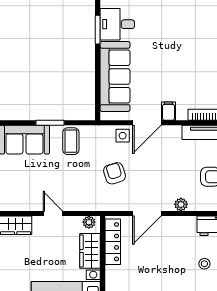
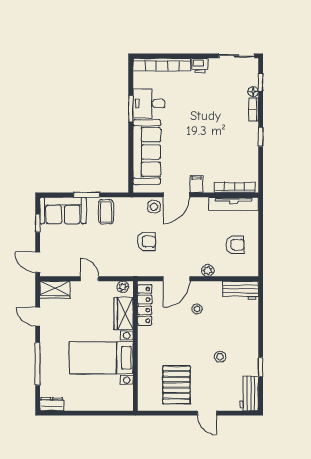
armchair: (114, 173) -> (146, 242), turned 107
stool: (204, 264) -> (197, 309), moved

